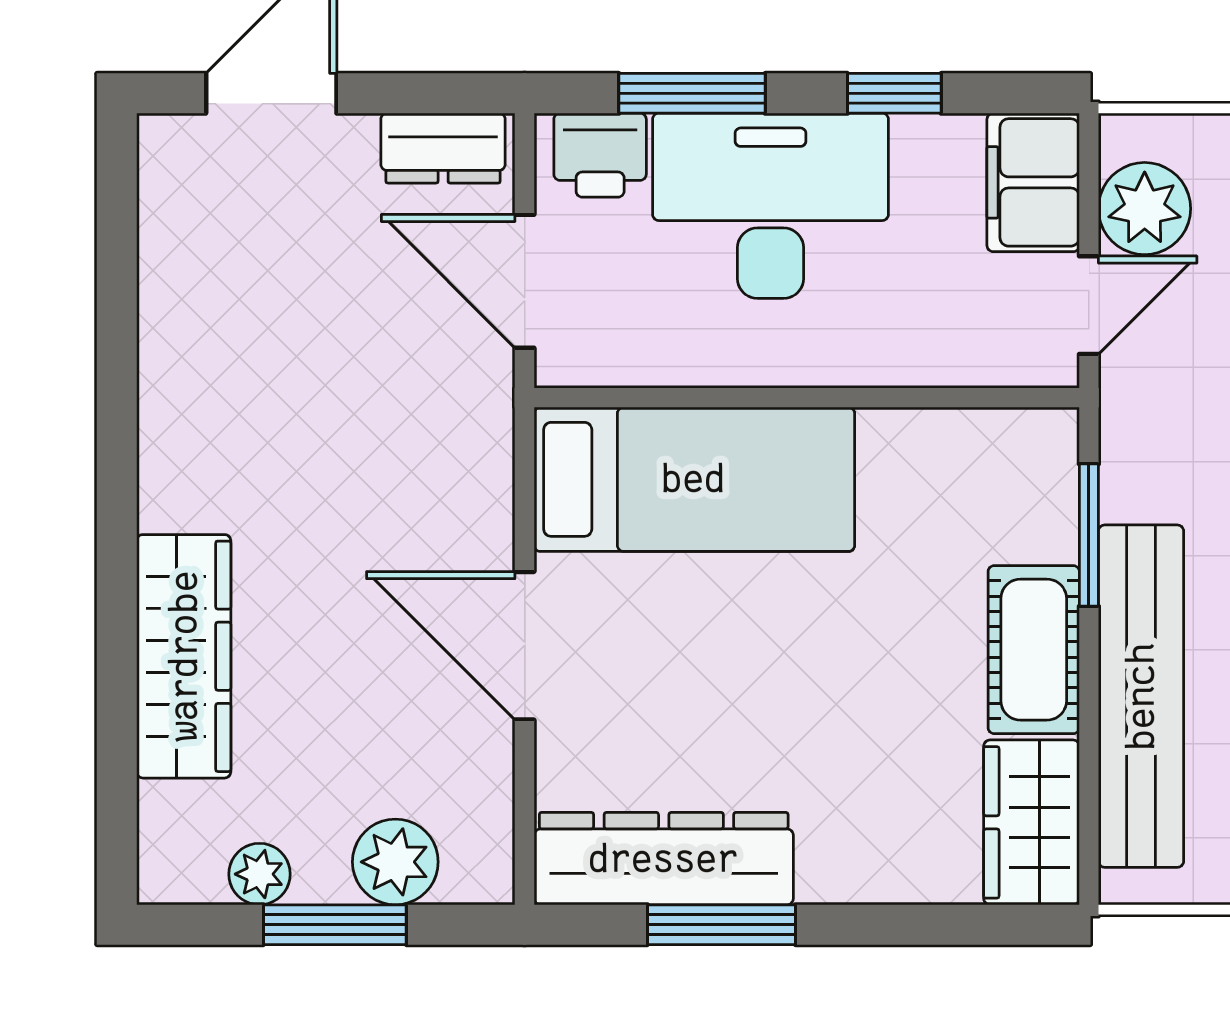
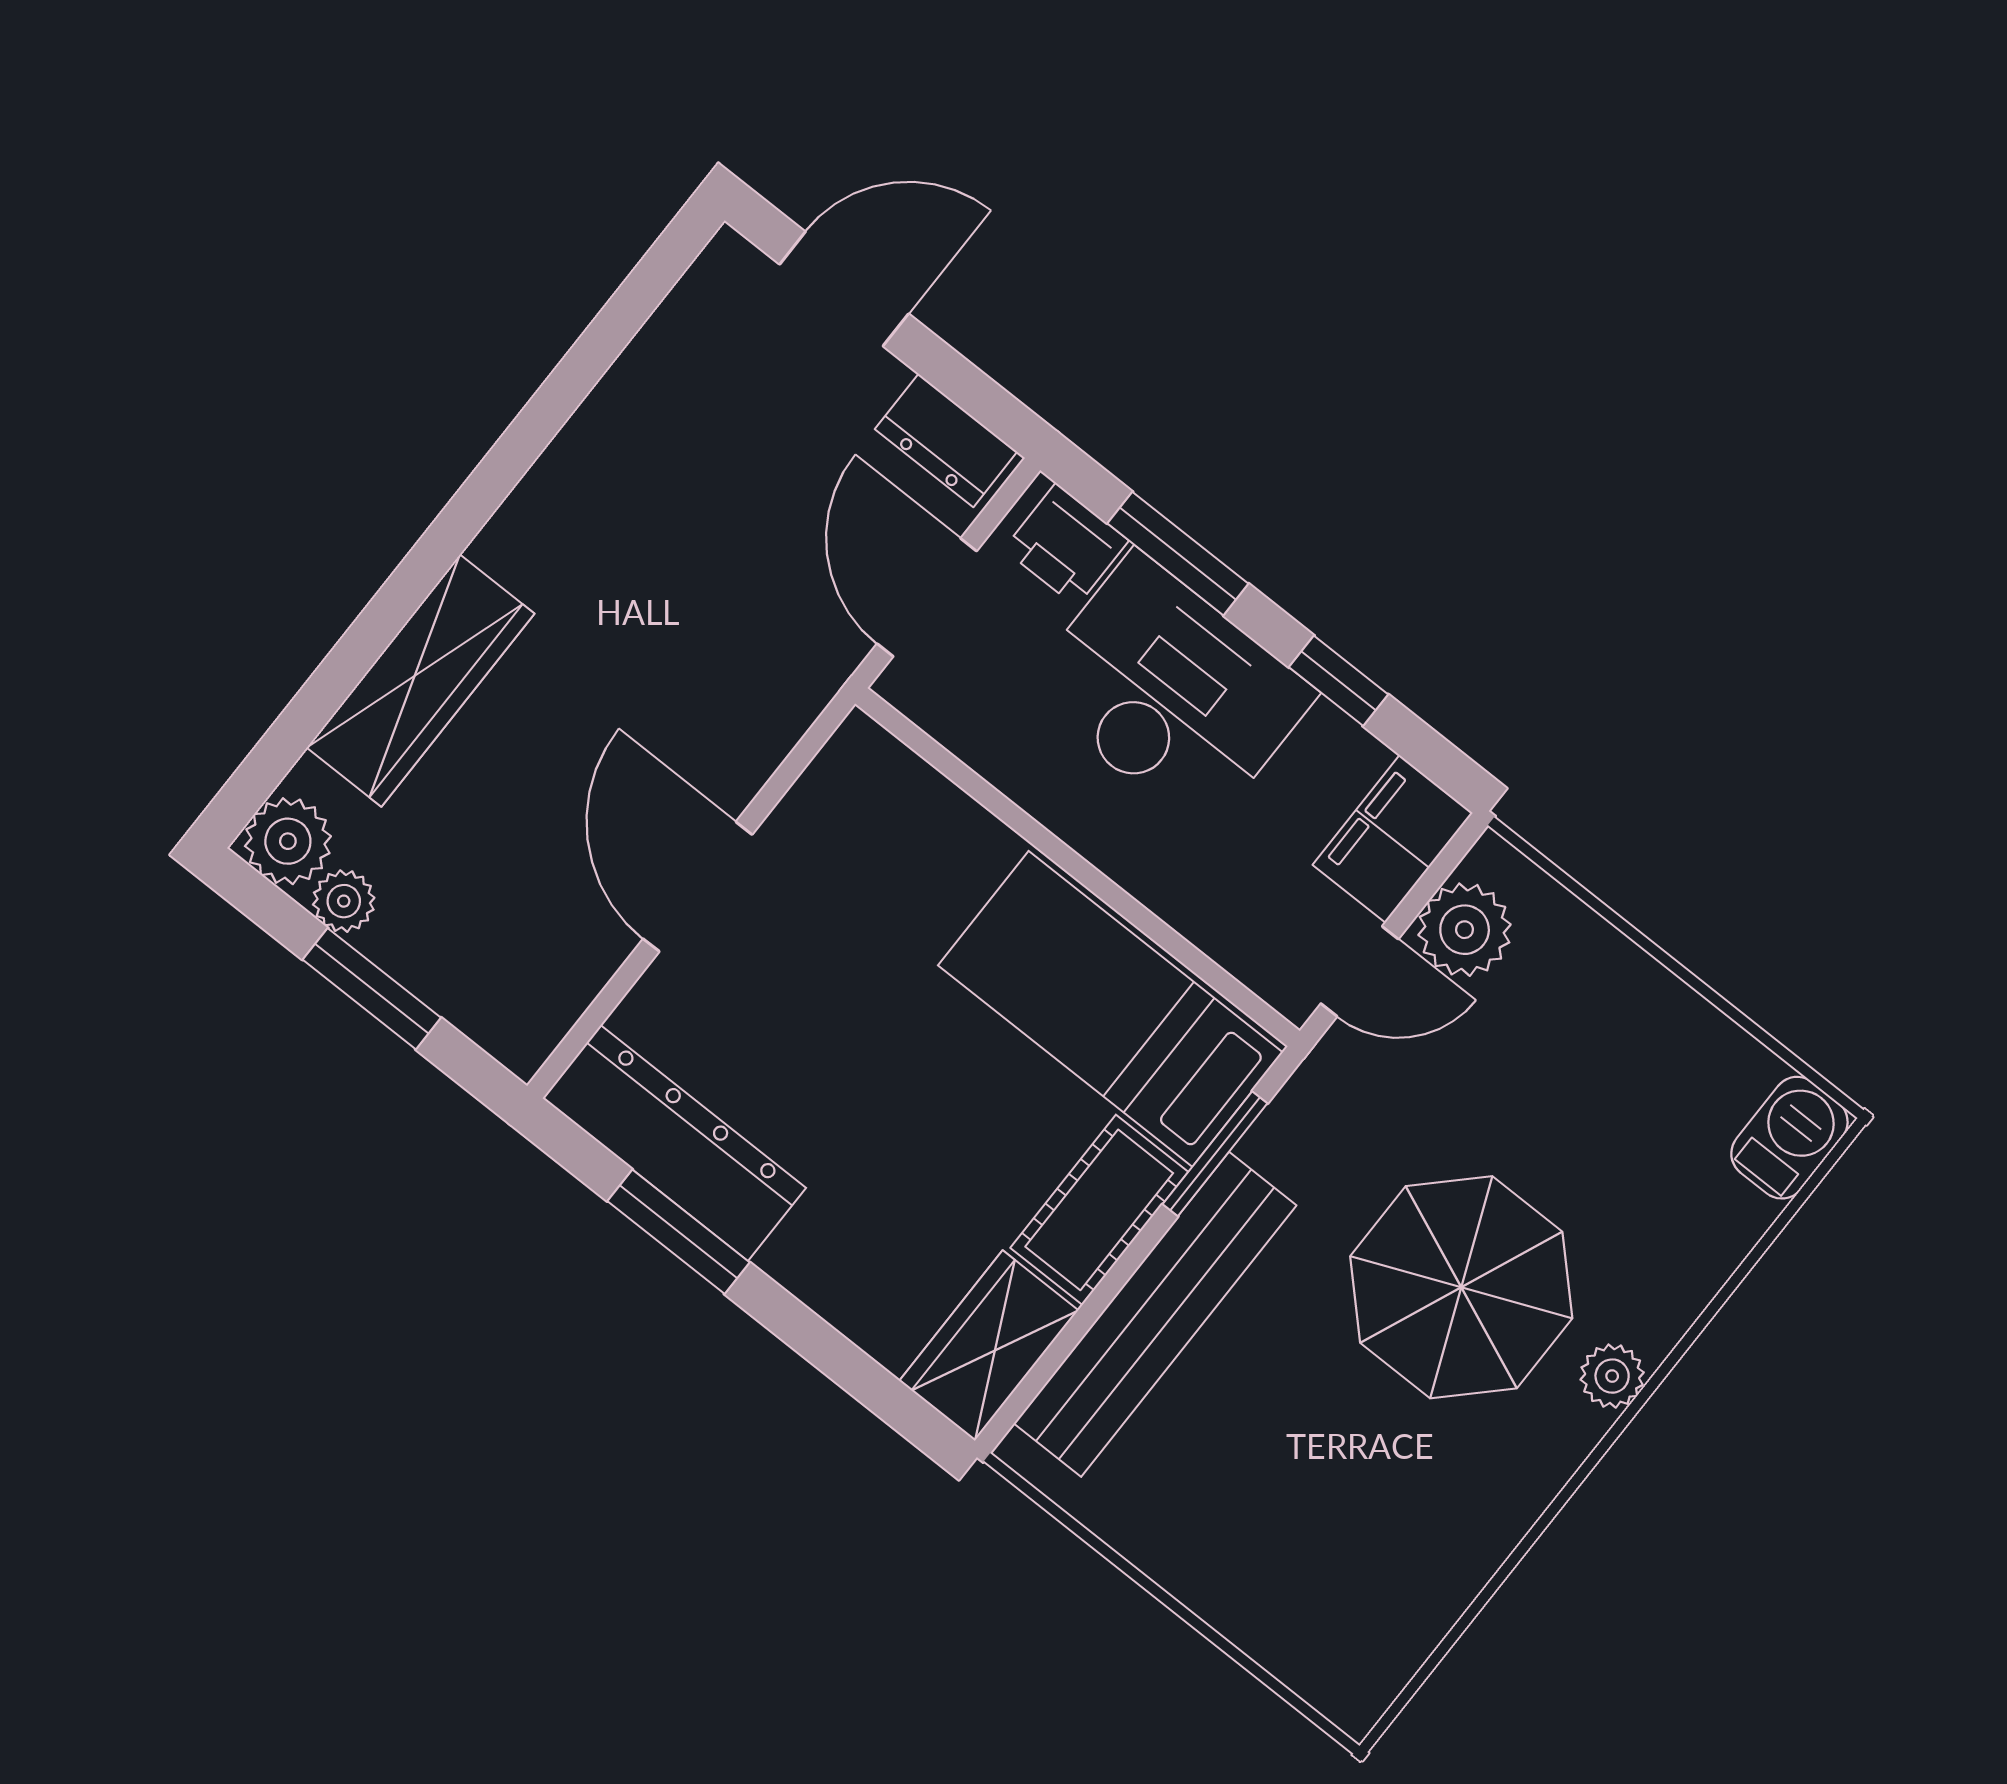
bed: (694, 479) -> (1110, 1009), moved, turned 180
plant: (395, 862) -> (288, 841), moved

